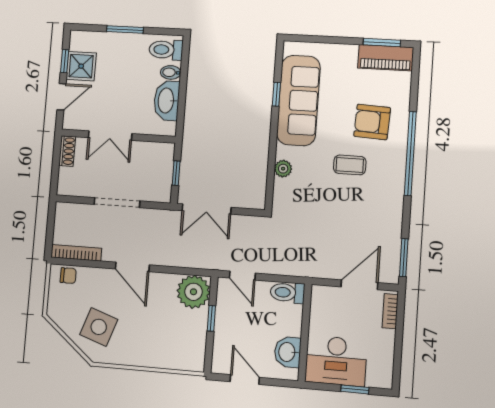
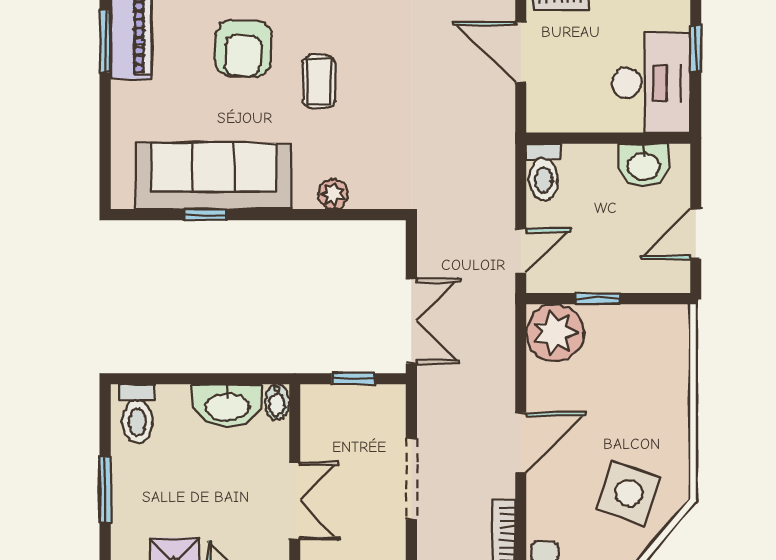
bidet: (171, 72) -> (277, 402), moved

